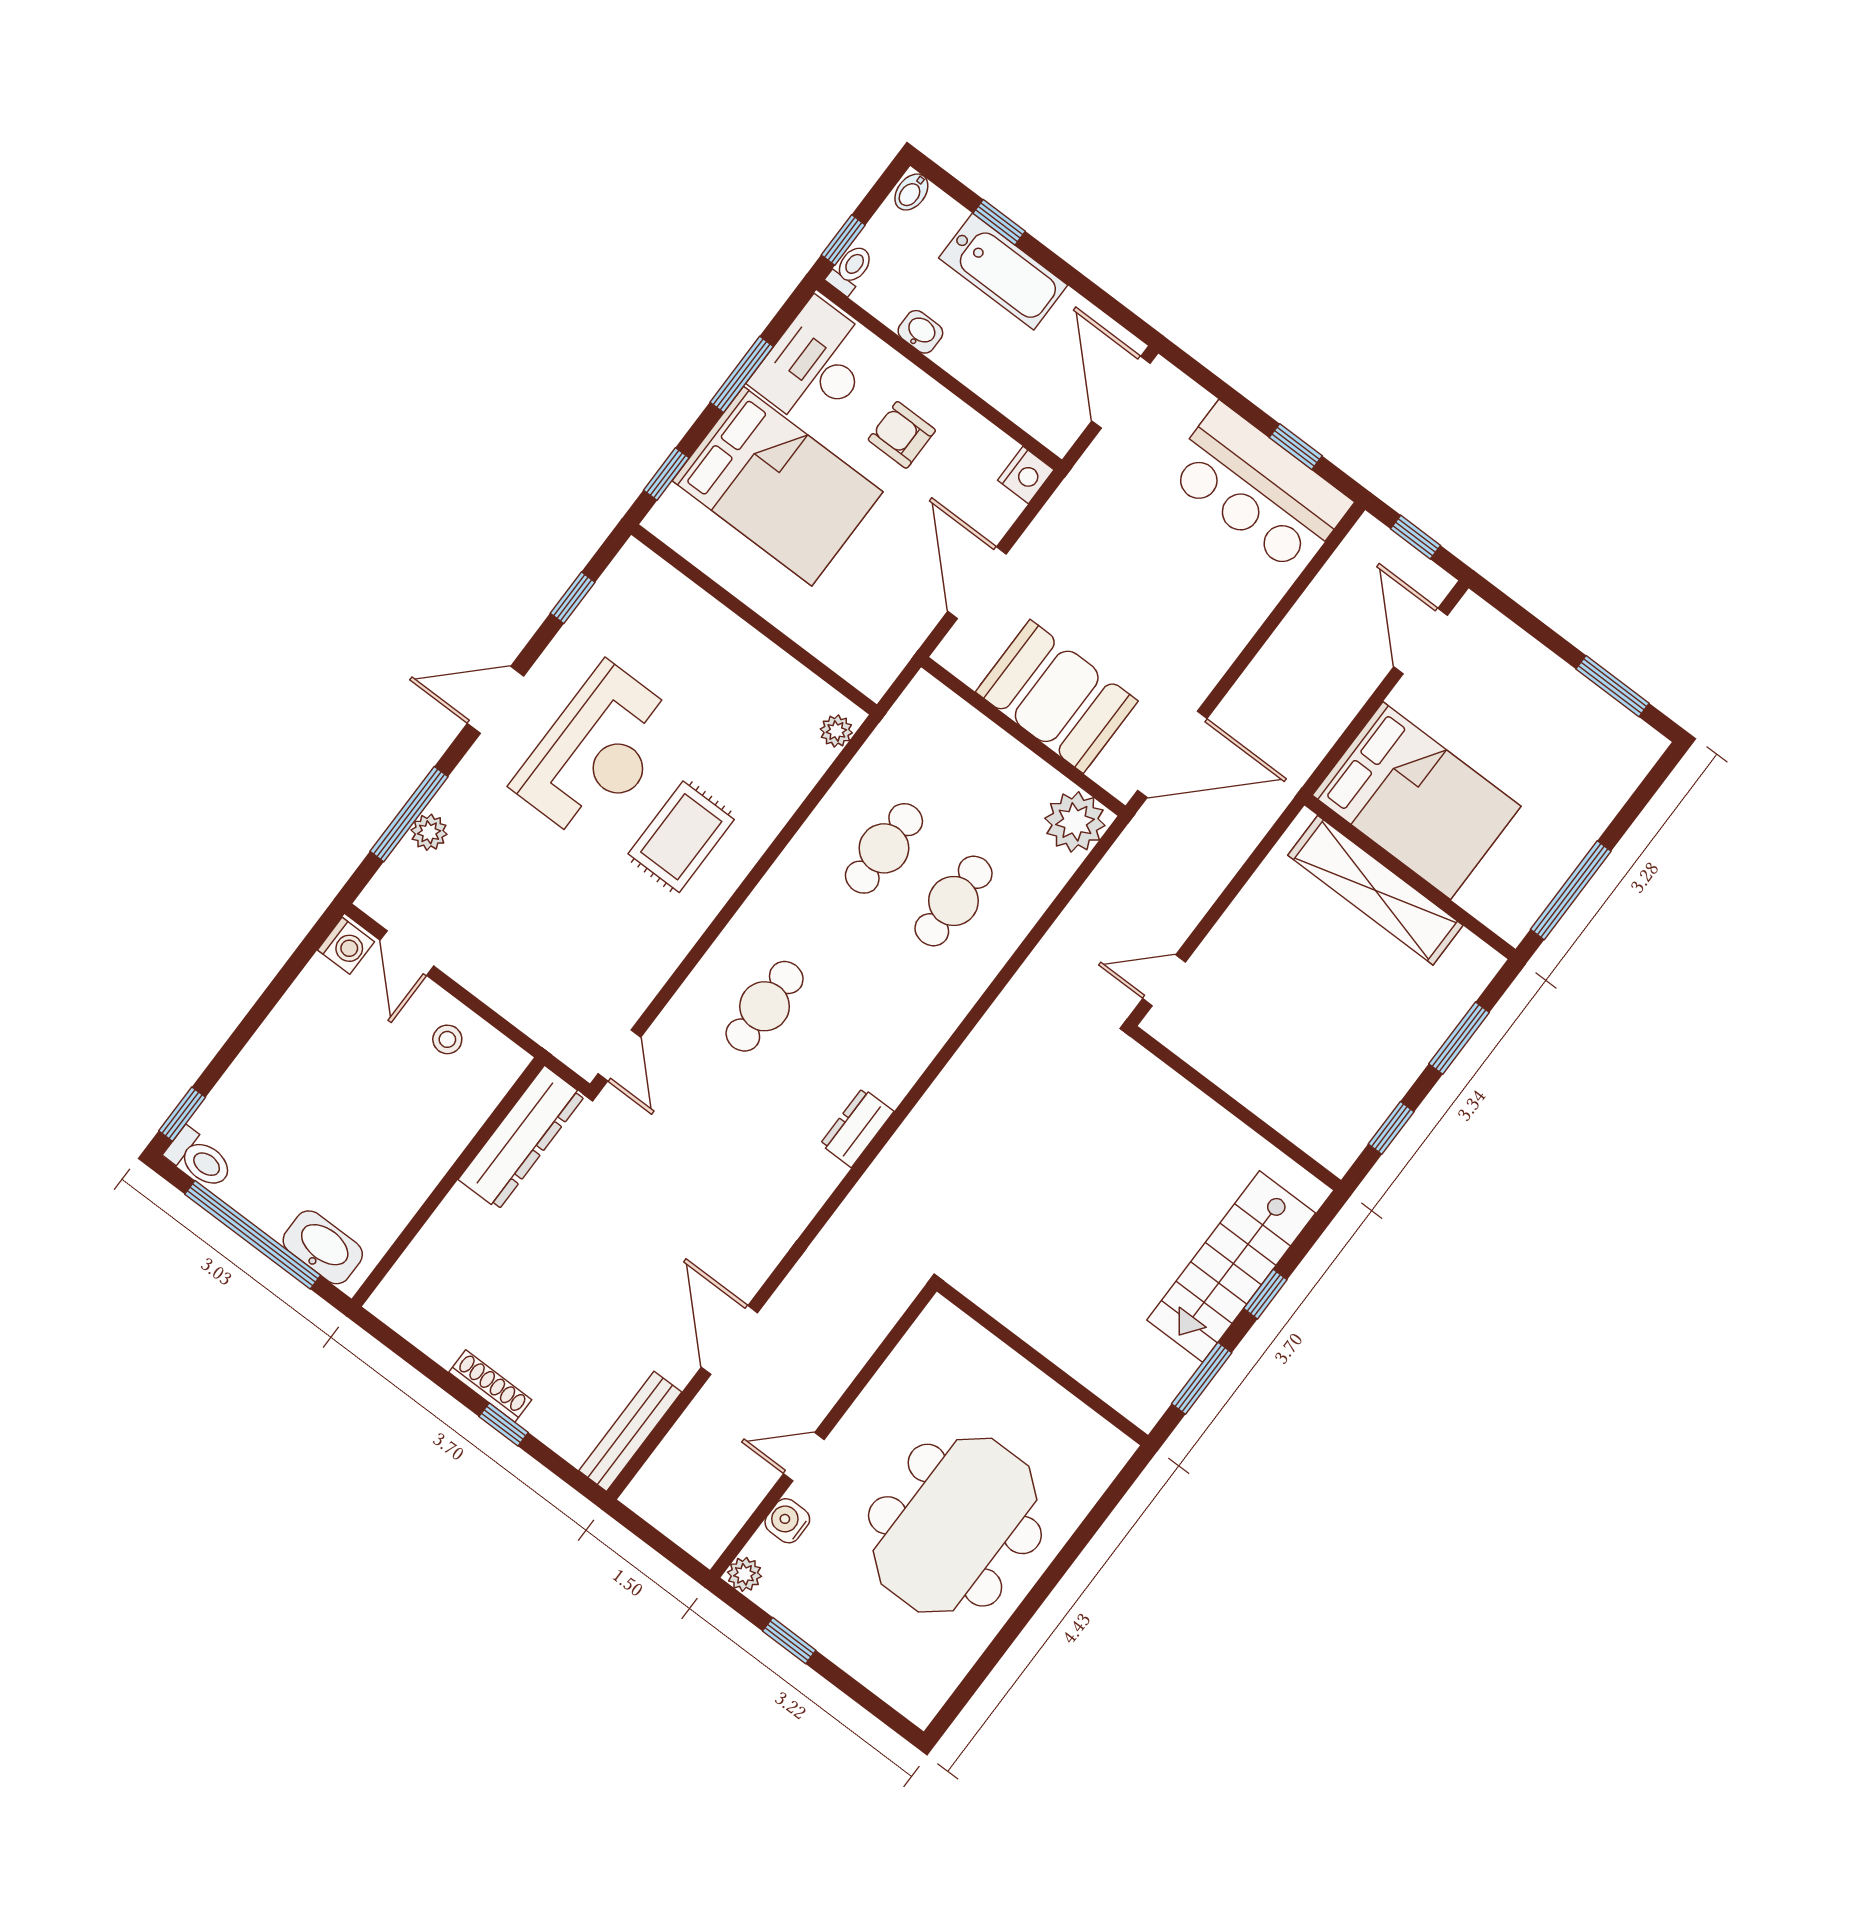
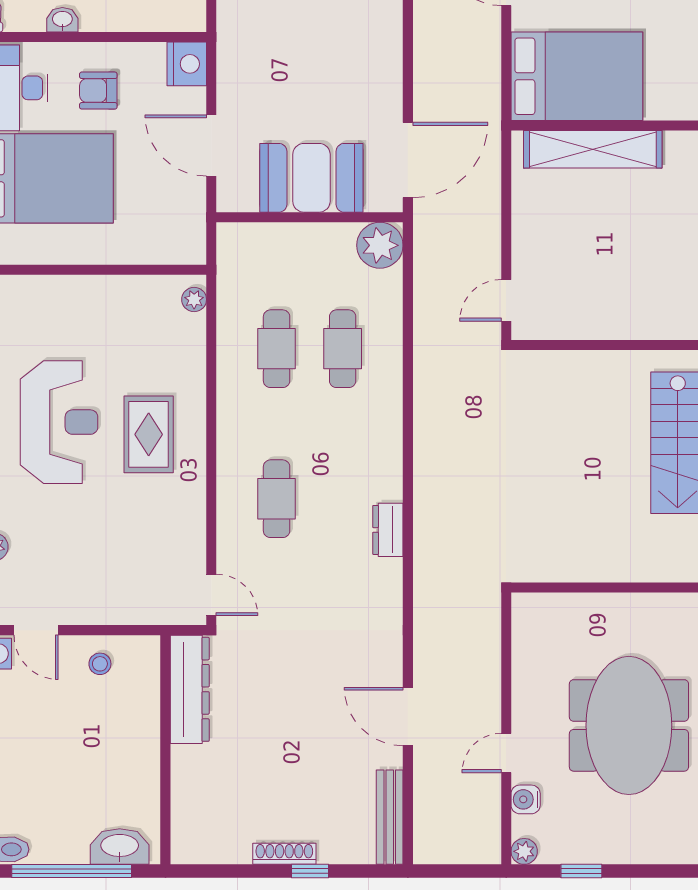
nightstand: (1026, 475) -> (187, 64), width x1.36, depth x1.33

